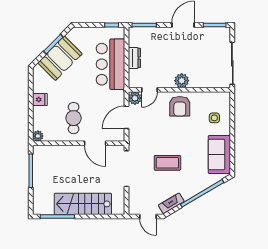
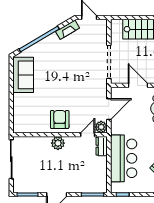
dresser: (134, 58) -> (102, 146), moved
side table: (214, 118) -> (28, 109), removed
coffee table: (167, 163) -> (71, 67), removed

